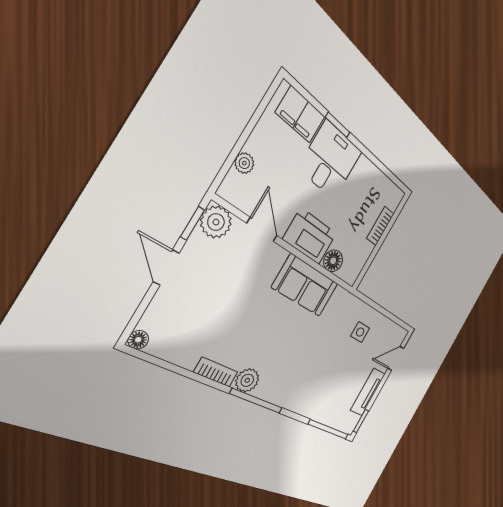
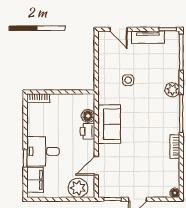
plant: (244, 163) -> (78, 188), width x1.87, depth x1.87
plant: (216, 222) -> (106, 189), removed
bookcase: (380, 226) -> (38, 98), moved
printer: (310, 236) -> (87, 131), width x0.53, depth x0.68
side table: (360, 332) -> (128, 80), moved
plant: (247, 380) -> (172, 90), moved

